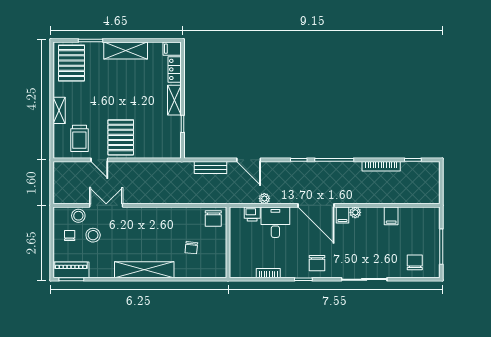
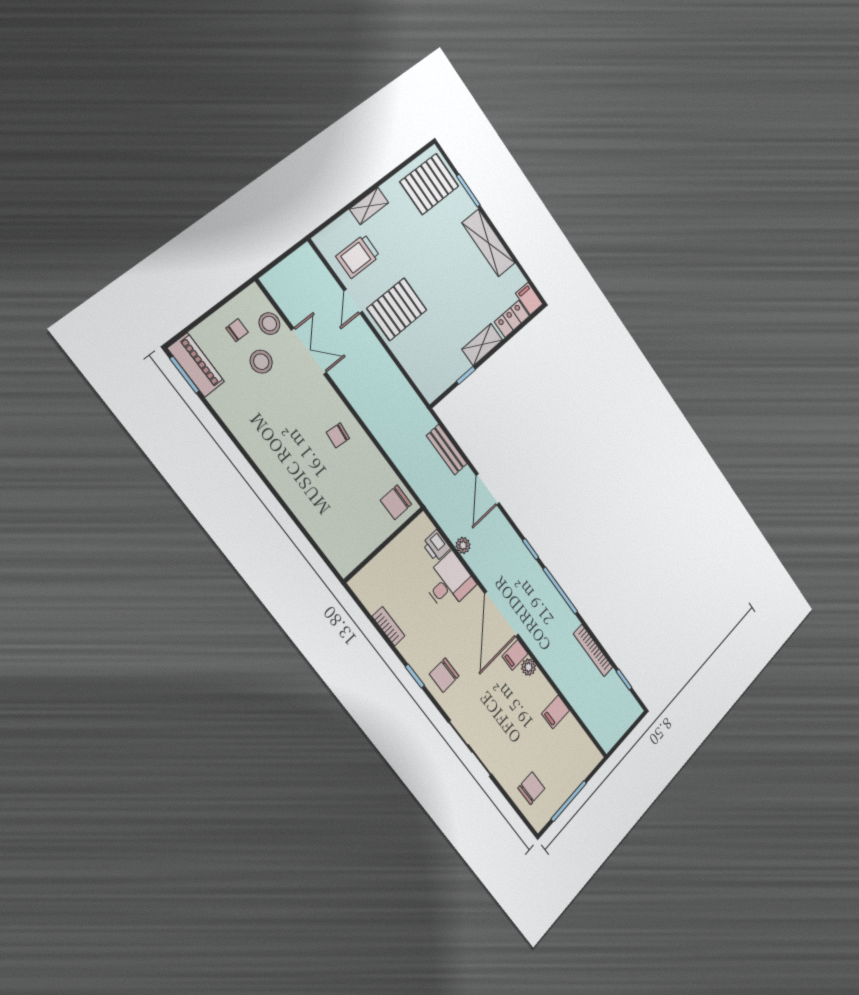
chair: (191, 248) -> (338, 435), moved
shelving: (144, 270) -> (272, 464), removed

